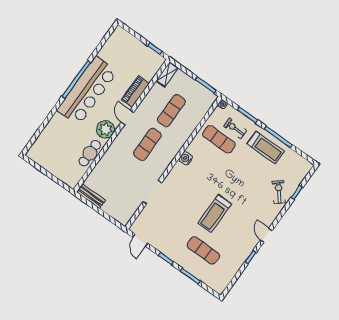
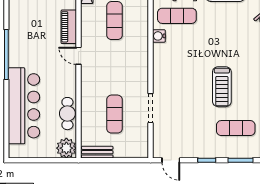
bar counter: (87, 91) -> (24, 106), moved
plant: (106, 129) -> (66, 148), moved
exercise mat: (147, 144) -> (115, 114), moved
water cooler: (186, 158) -> (159, 36), moved

